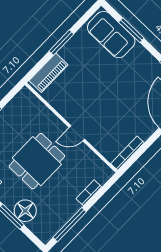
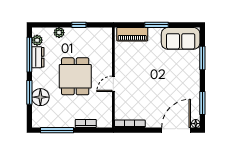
sofa: (111, 34) -> (181, 38), moved, turned -90
door: (77, 133) -> (113, 84), hinge flipped
dining table: (37, 161) -> (75, 76), turned 90

